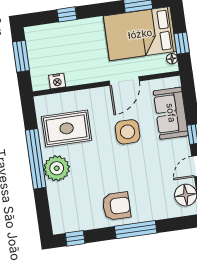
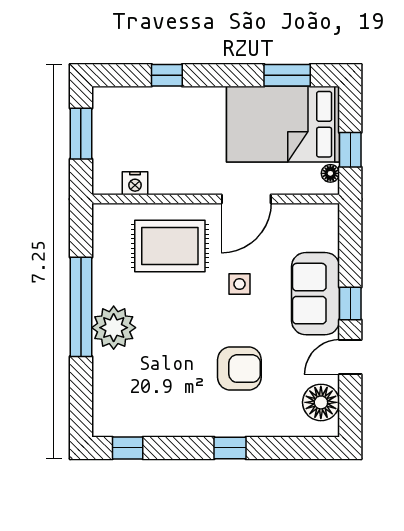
sofa: (171, 113) -> (315, 294), moved
rug: (67, 128) -> (170, 246), moved
side table: (128, 132) -> (240, 284), width x0.54, depth x0.54
armchair: (116, 206) -> (239, 369), moved
window: (136, 230) -> (230, 448), width x0.46

